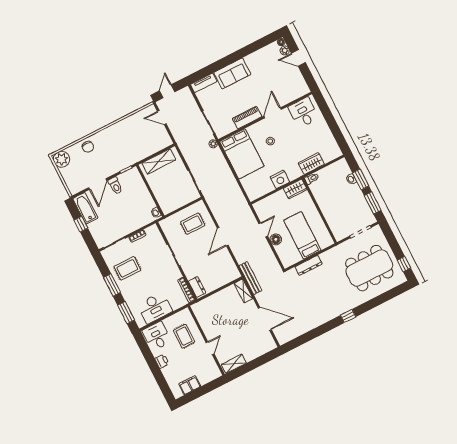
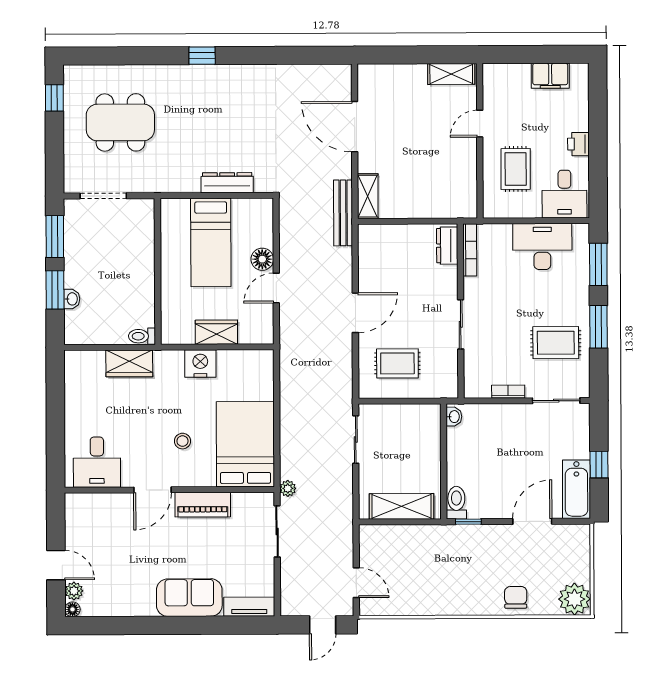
toilet: (115, 186) -> (456, 503), moved
wardrobe: (295, 189) -> (216, 332), moved
dining table: (369, 268) -> (120, 122), width x0.73, depth x0.80

